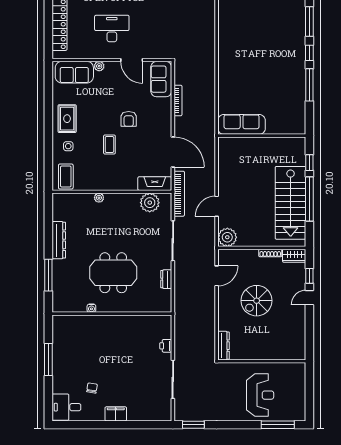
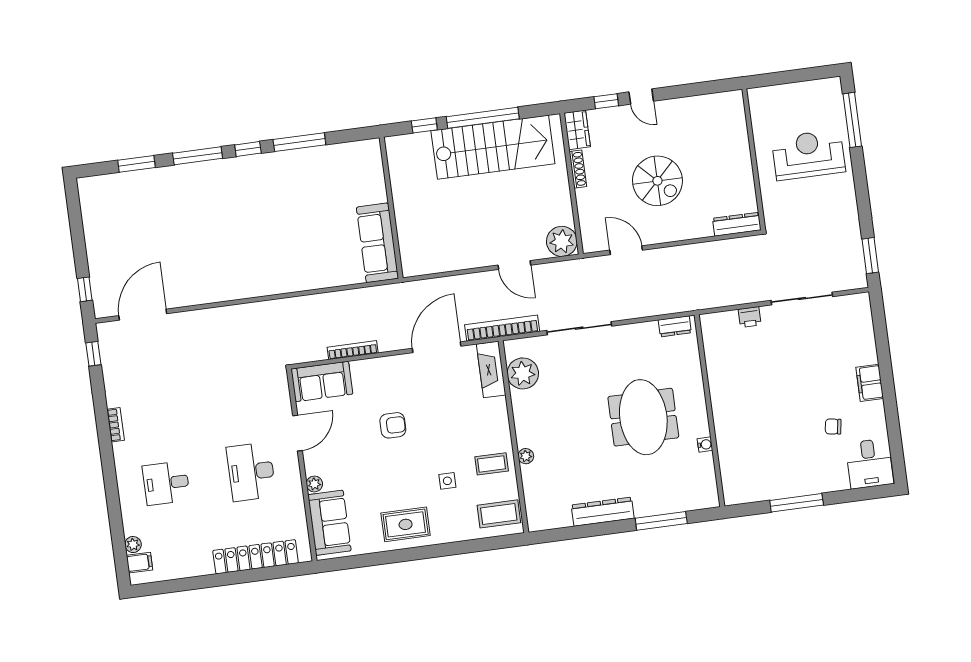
coffee table: (109, 145) -> (492, 464), moved
side table: (68, 146) -> (447, 481), moved
dresser: (166, 279) -> (675, 326), moved

